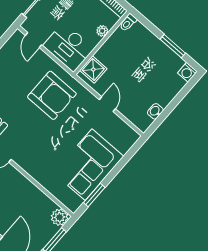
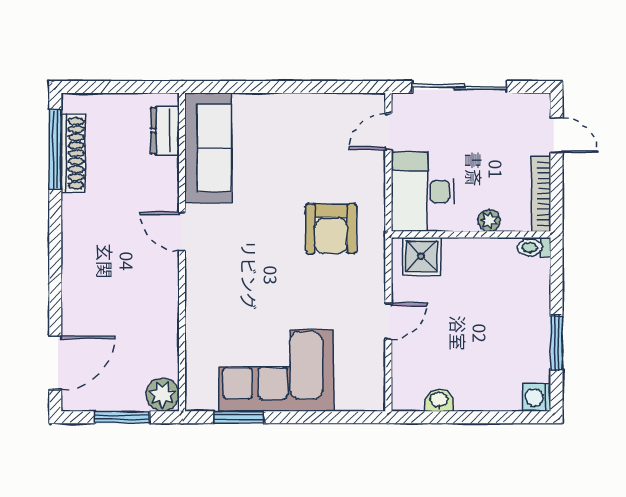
armchair: (52, 95) -> (331, 229), width x0.73, depth x0.73

